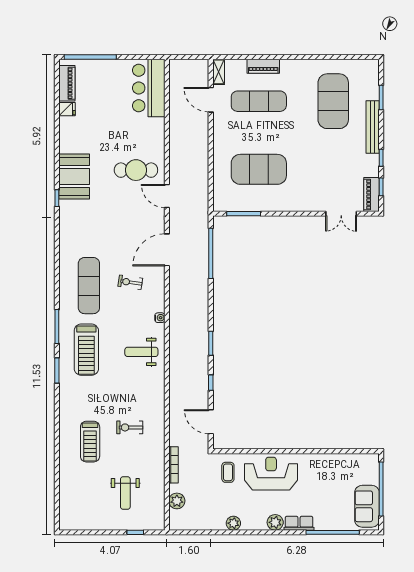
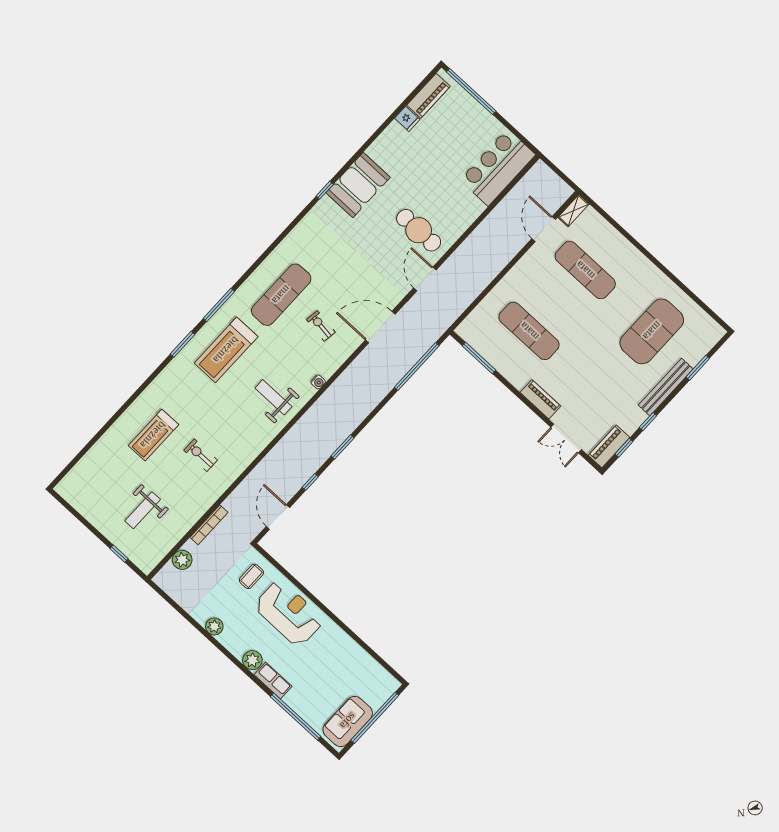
piano: (263, 66) -> (540, 399), moved, turned 180
exercise mat: (259, 169) -> (529, 331), width x0.68

